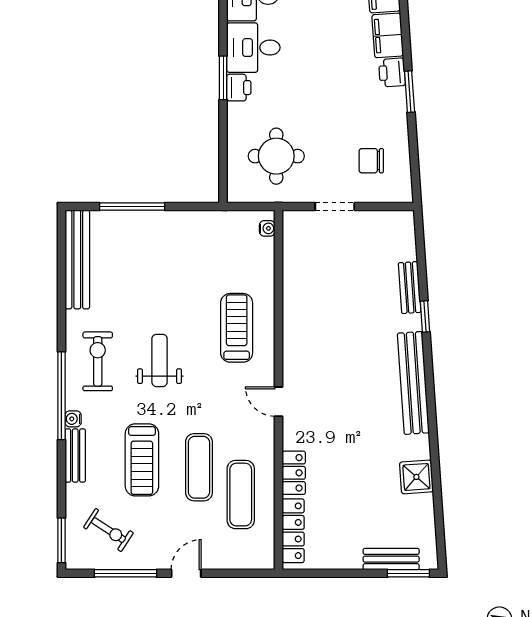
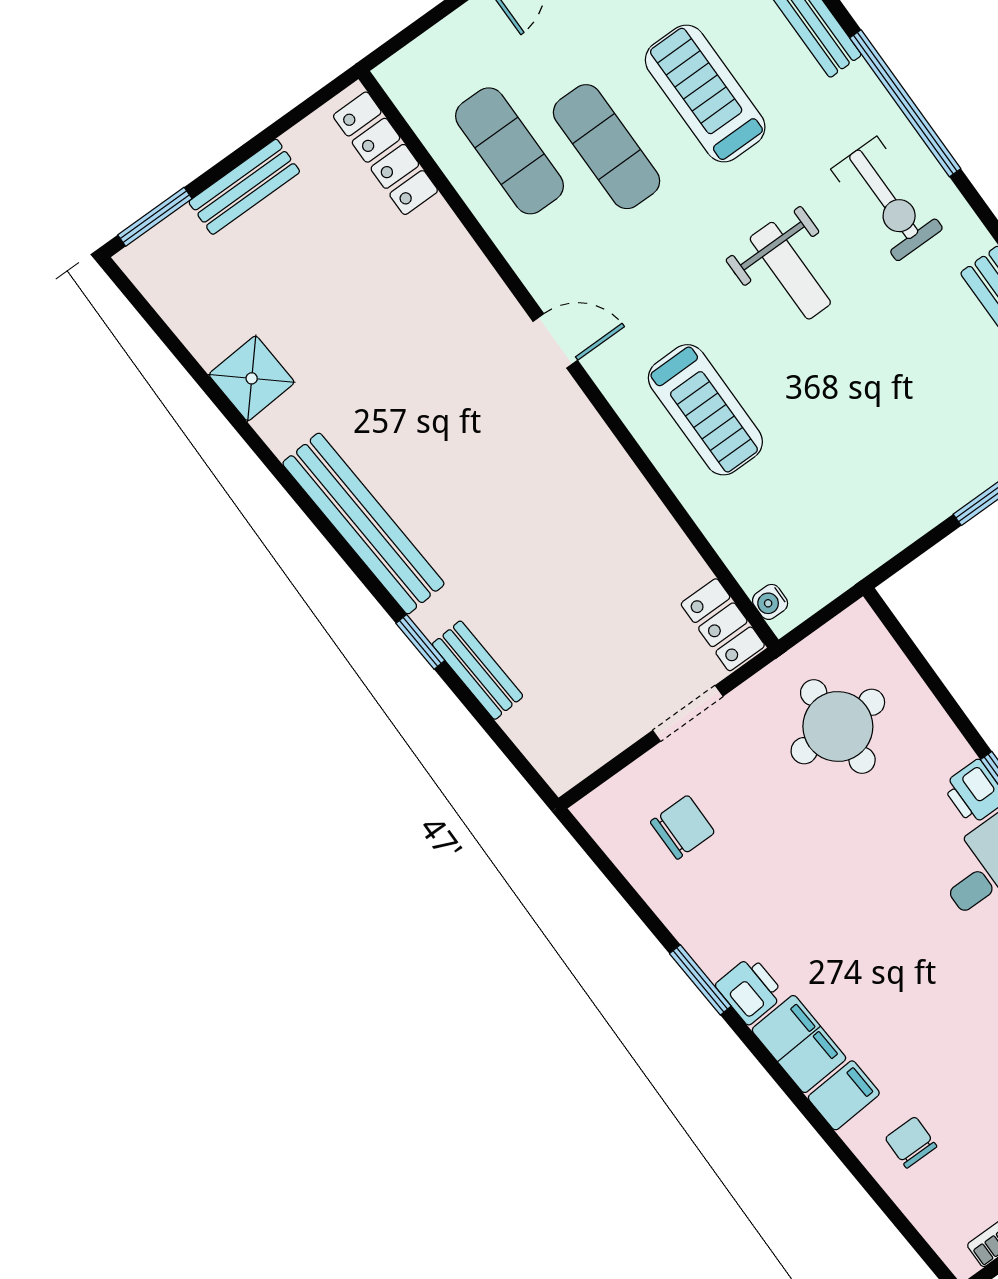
water cooler: (73, 419) -> (861, 80), removed
locker: (294, 473) -> (723, 625), moved
bench: (391, 559) -> (244, 187), moved

